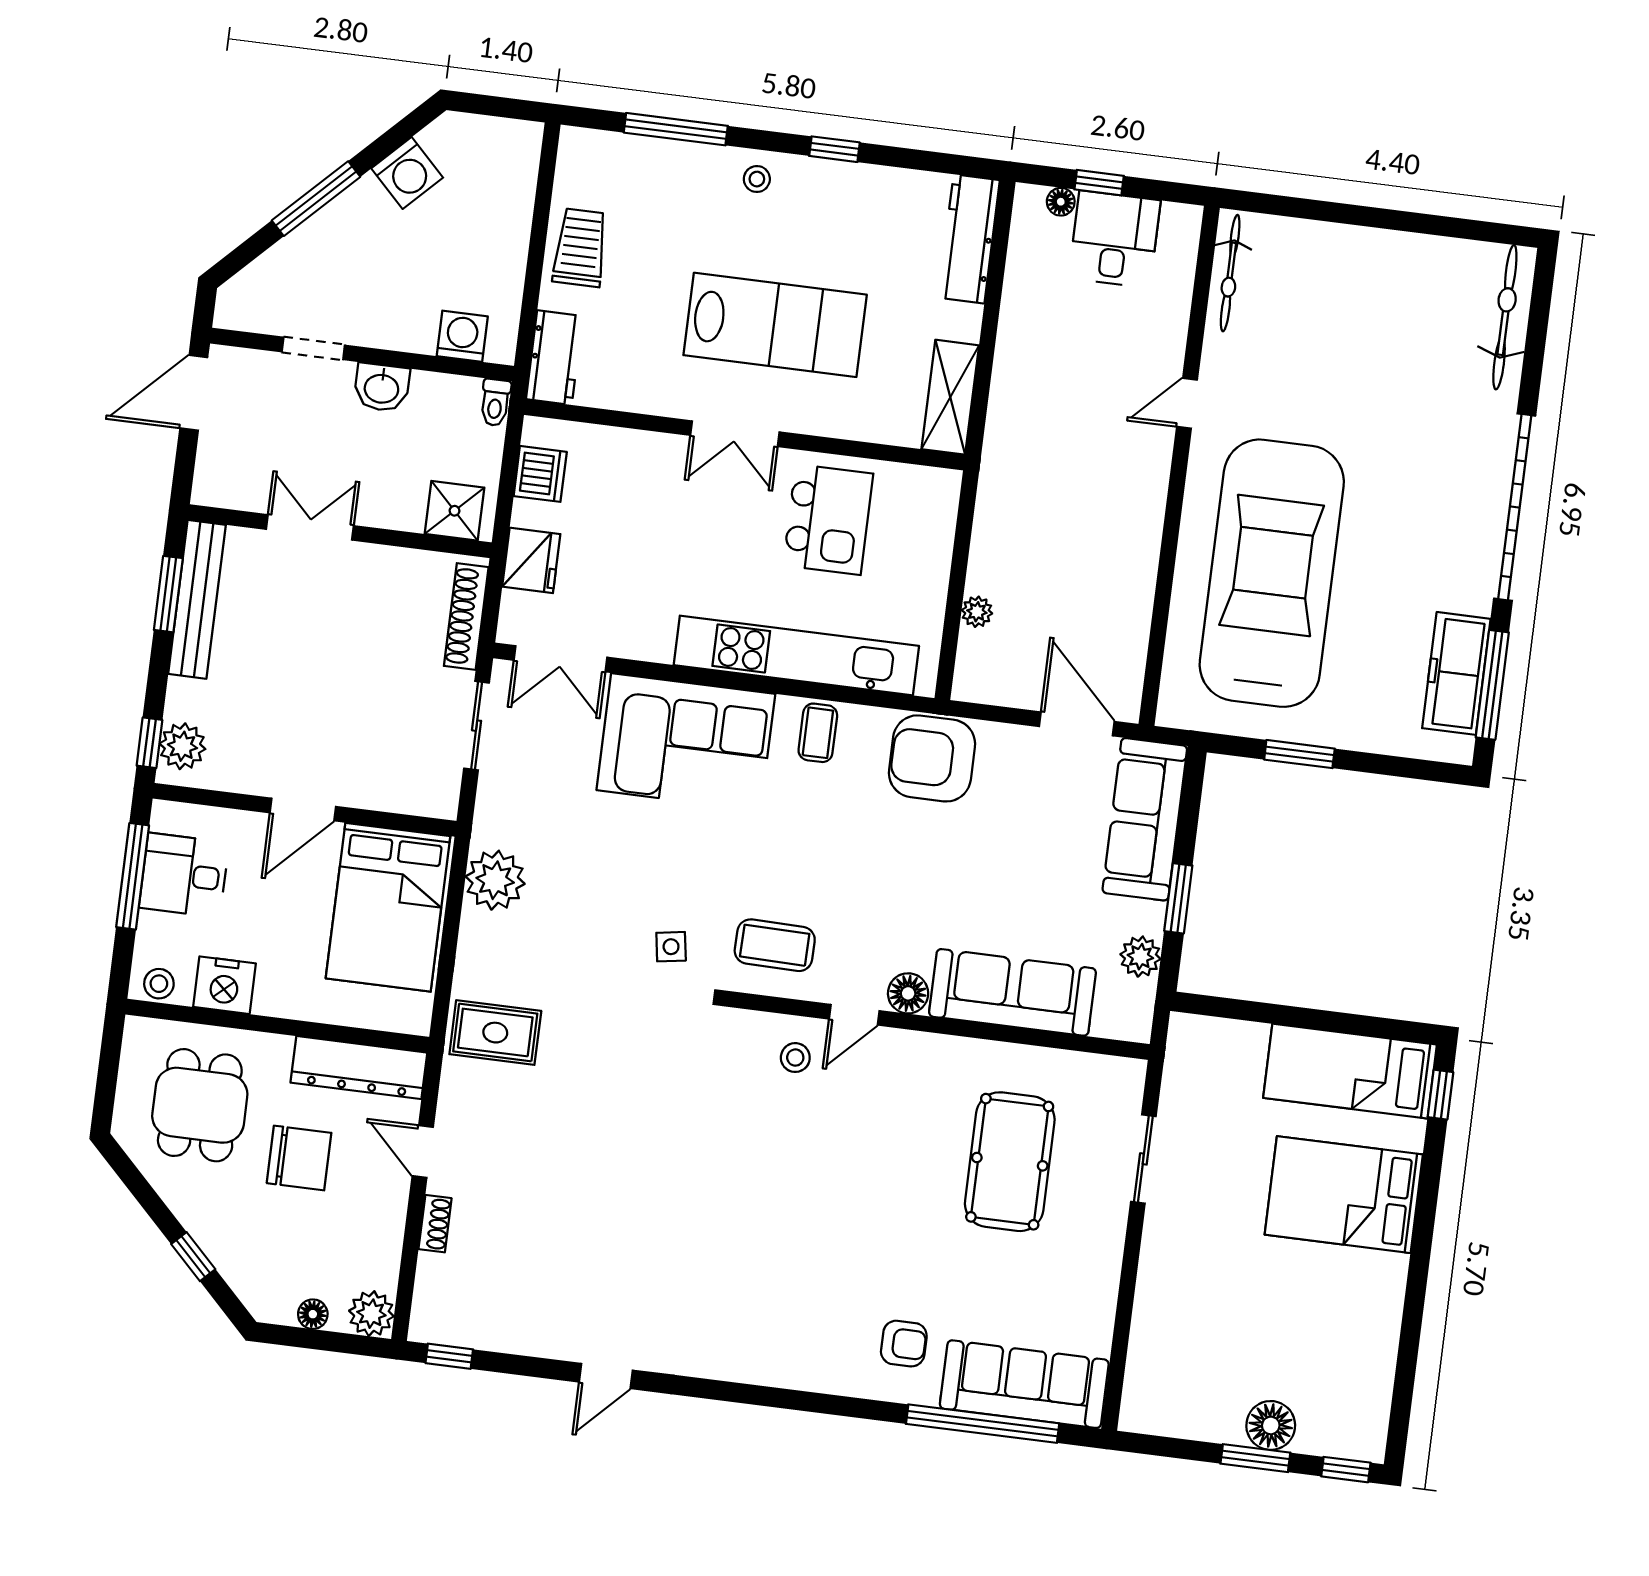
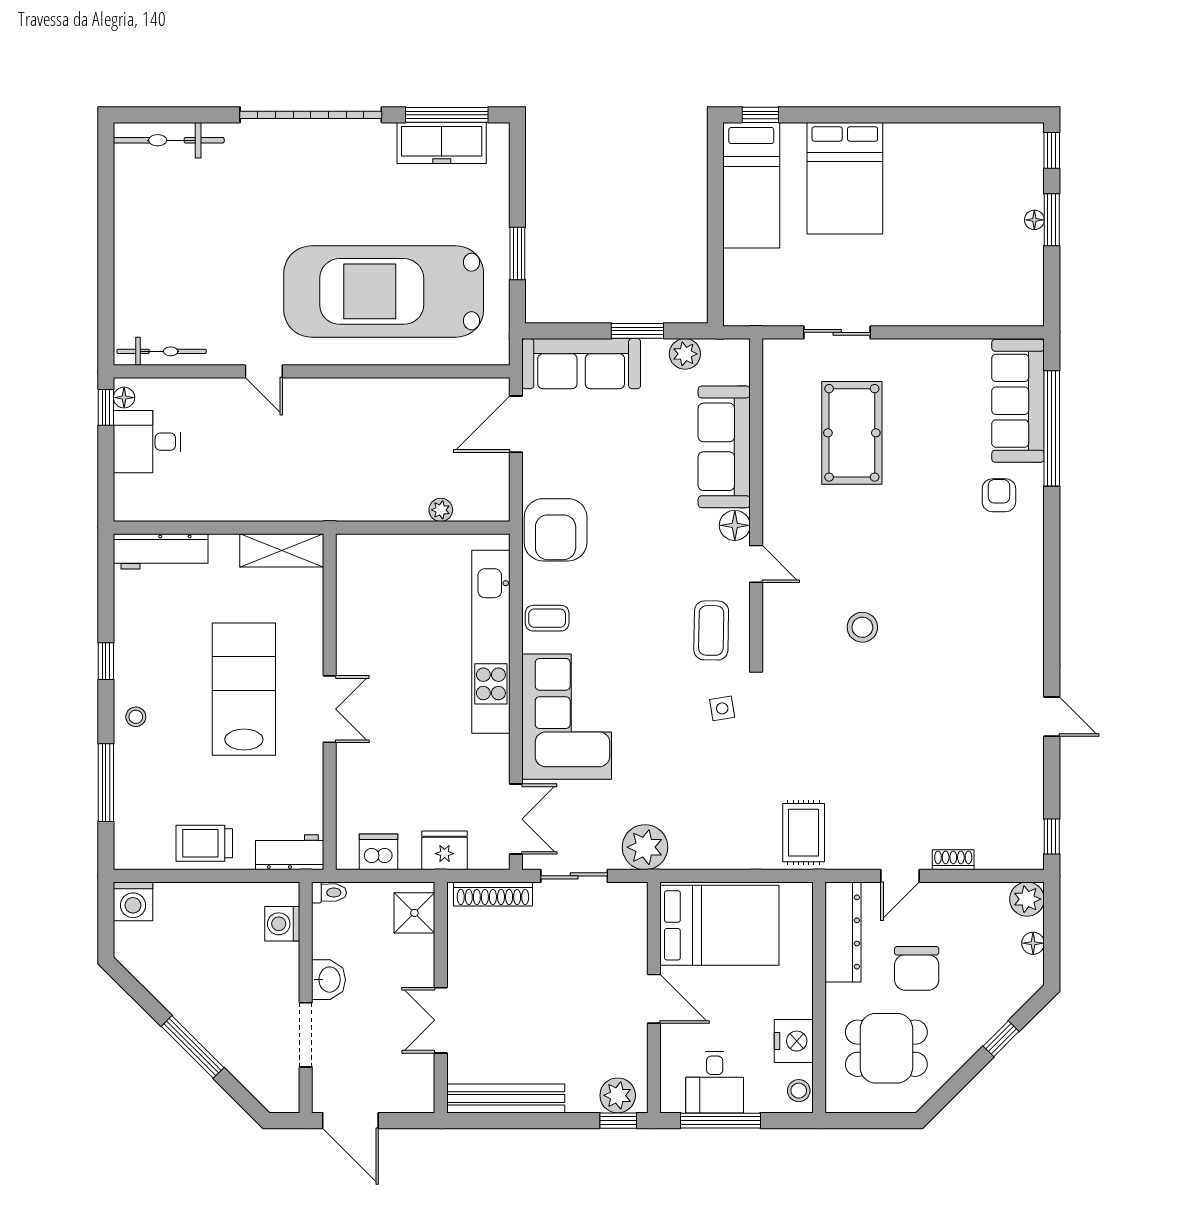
washing machine: (407, 173) -> (133, 901), moved, turned 135
window: (1099, 183) -> (106, 407), moved
floor lamp: (1061, 202) -> (124, 398), moved
doorway: (313, 348) -> (306, 1035), width x1.38
kitchen island: (828, 520) -> (385, 631), removed
window: (168, 594) -> (504, 1121), removed
plant: (495, 880) -> (645, 847), moved
stool: (795, 1058) -> (862, 627), moved, width x1.37, depth x1.37
chair: (299, 1158) -> (917, 968), turned 180
pool table: (1010, 1162) -> (852, 433), turned 90
floor lamp: (1271, 1425) -> (1034, 220), width x0.53, depth x0.53

